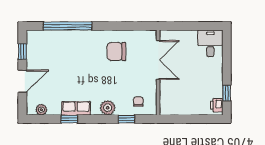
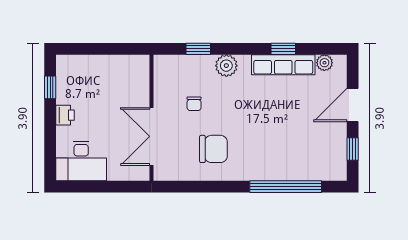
desk: (210, 43) -> (81, 161), width x1.37
chair: (138, 102) -> (194, 104), moved
printer: (217, 105) -> (65, 115), moved
row of seats: (76, 108) -> (283, 65), width x1.48

